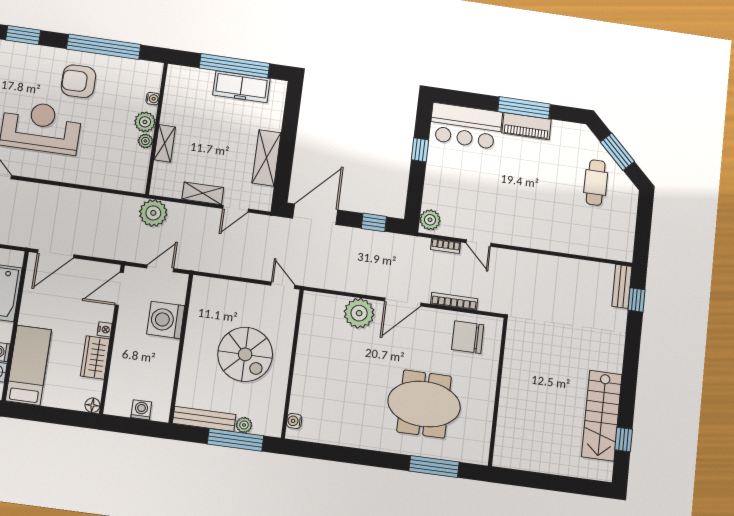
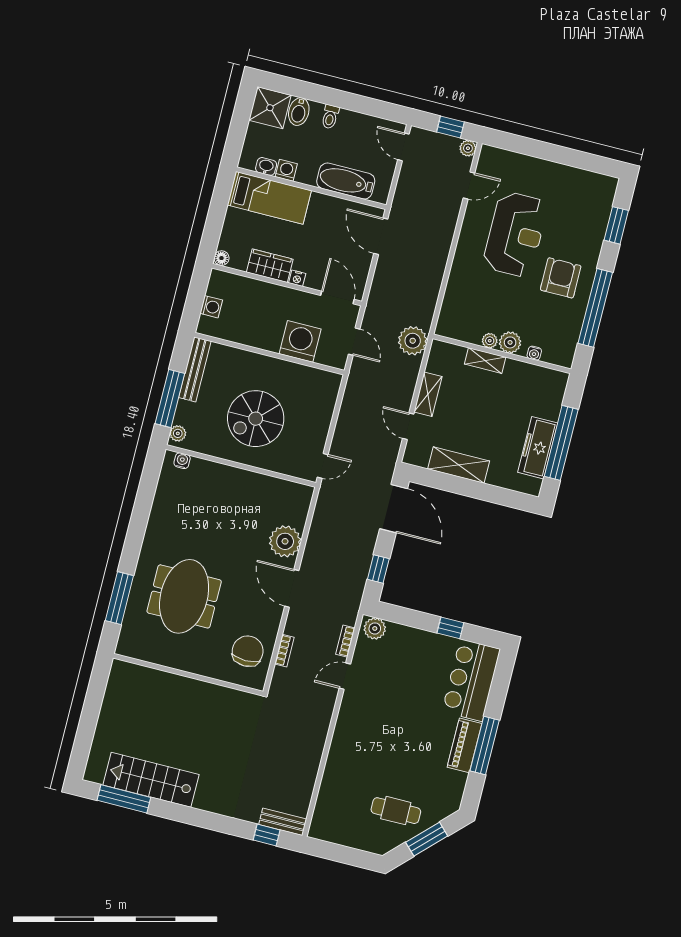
bookcase: (454, 301) -> (284, 651), width x0.64
plant: (244, 425) -> (178, 433), moved
window: (624, 440) -> (124, 799), width x2.17

